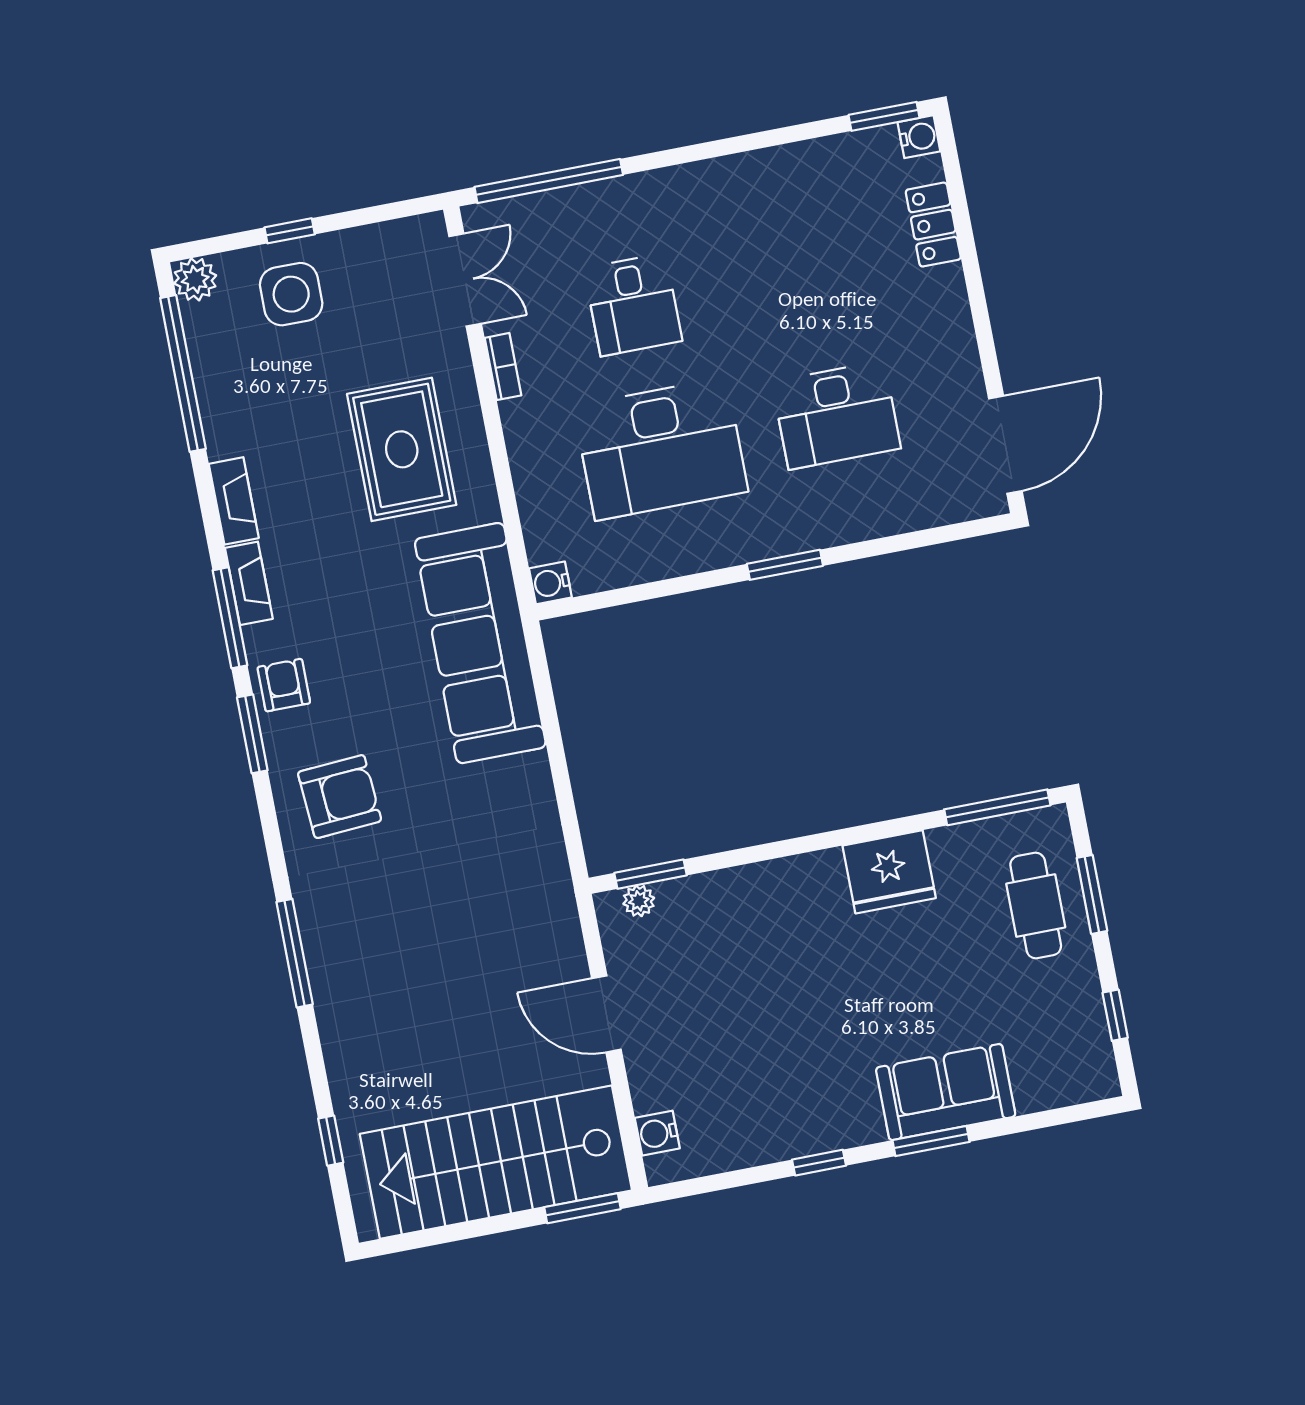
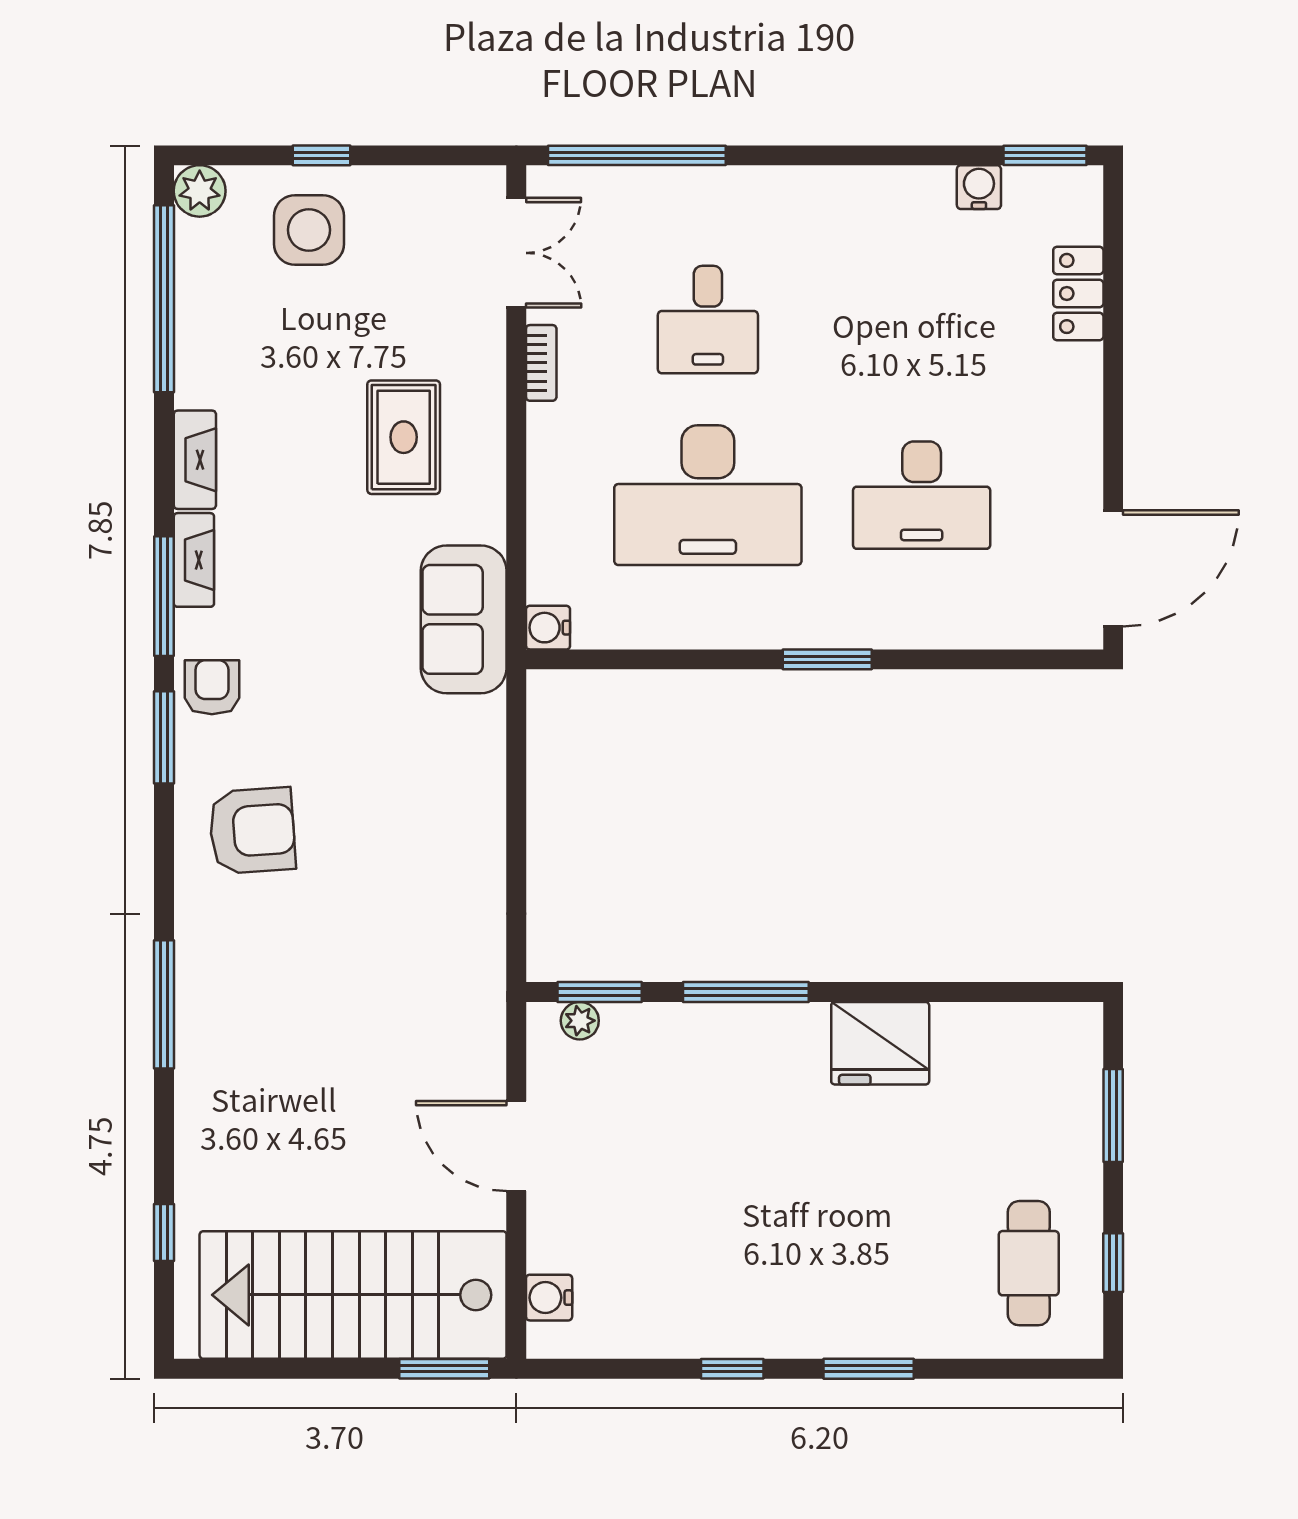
water cooler: (919, 137) -> (979, 187), moved, turned -90
rug: (402, 449) -> (404, 437), width x0.73, depth x0.70
sofa: (480, 643) -> (464, 619), width x0.54, depth x0.79
window: (997, 807) -> (746, 992), moved
cafe table: (1036, 906) -> (1029, 1263), moved
sofa: (946, 1092) -> (897, 1314), removed

